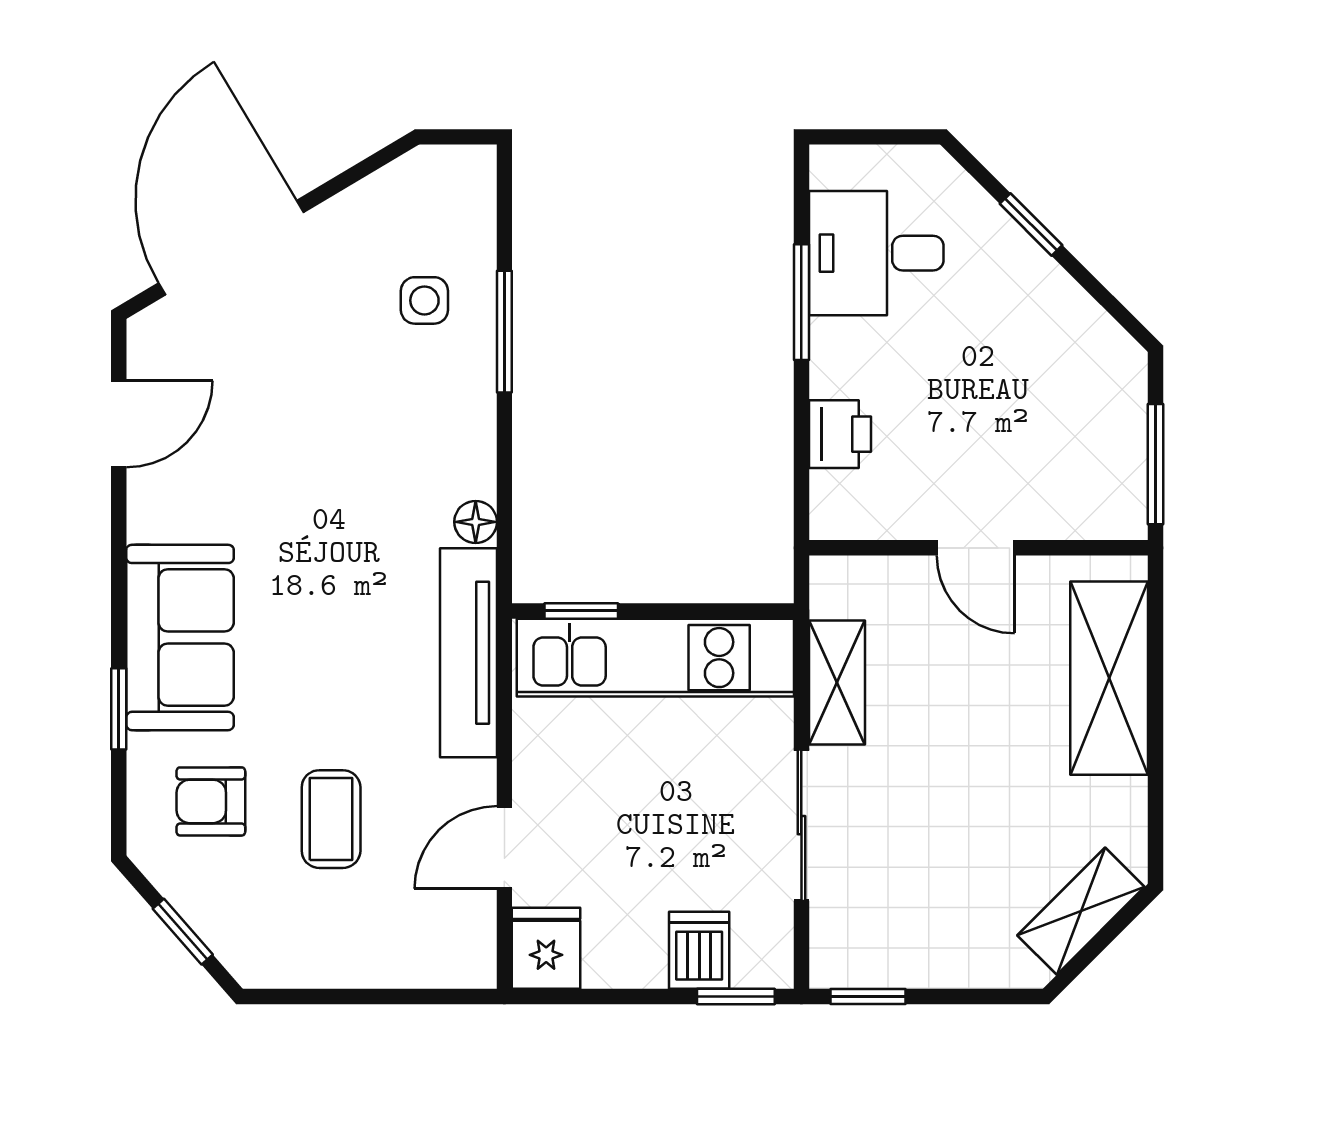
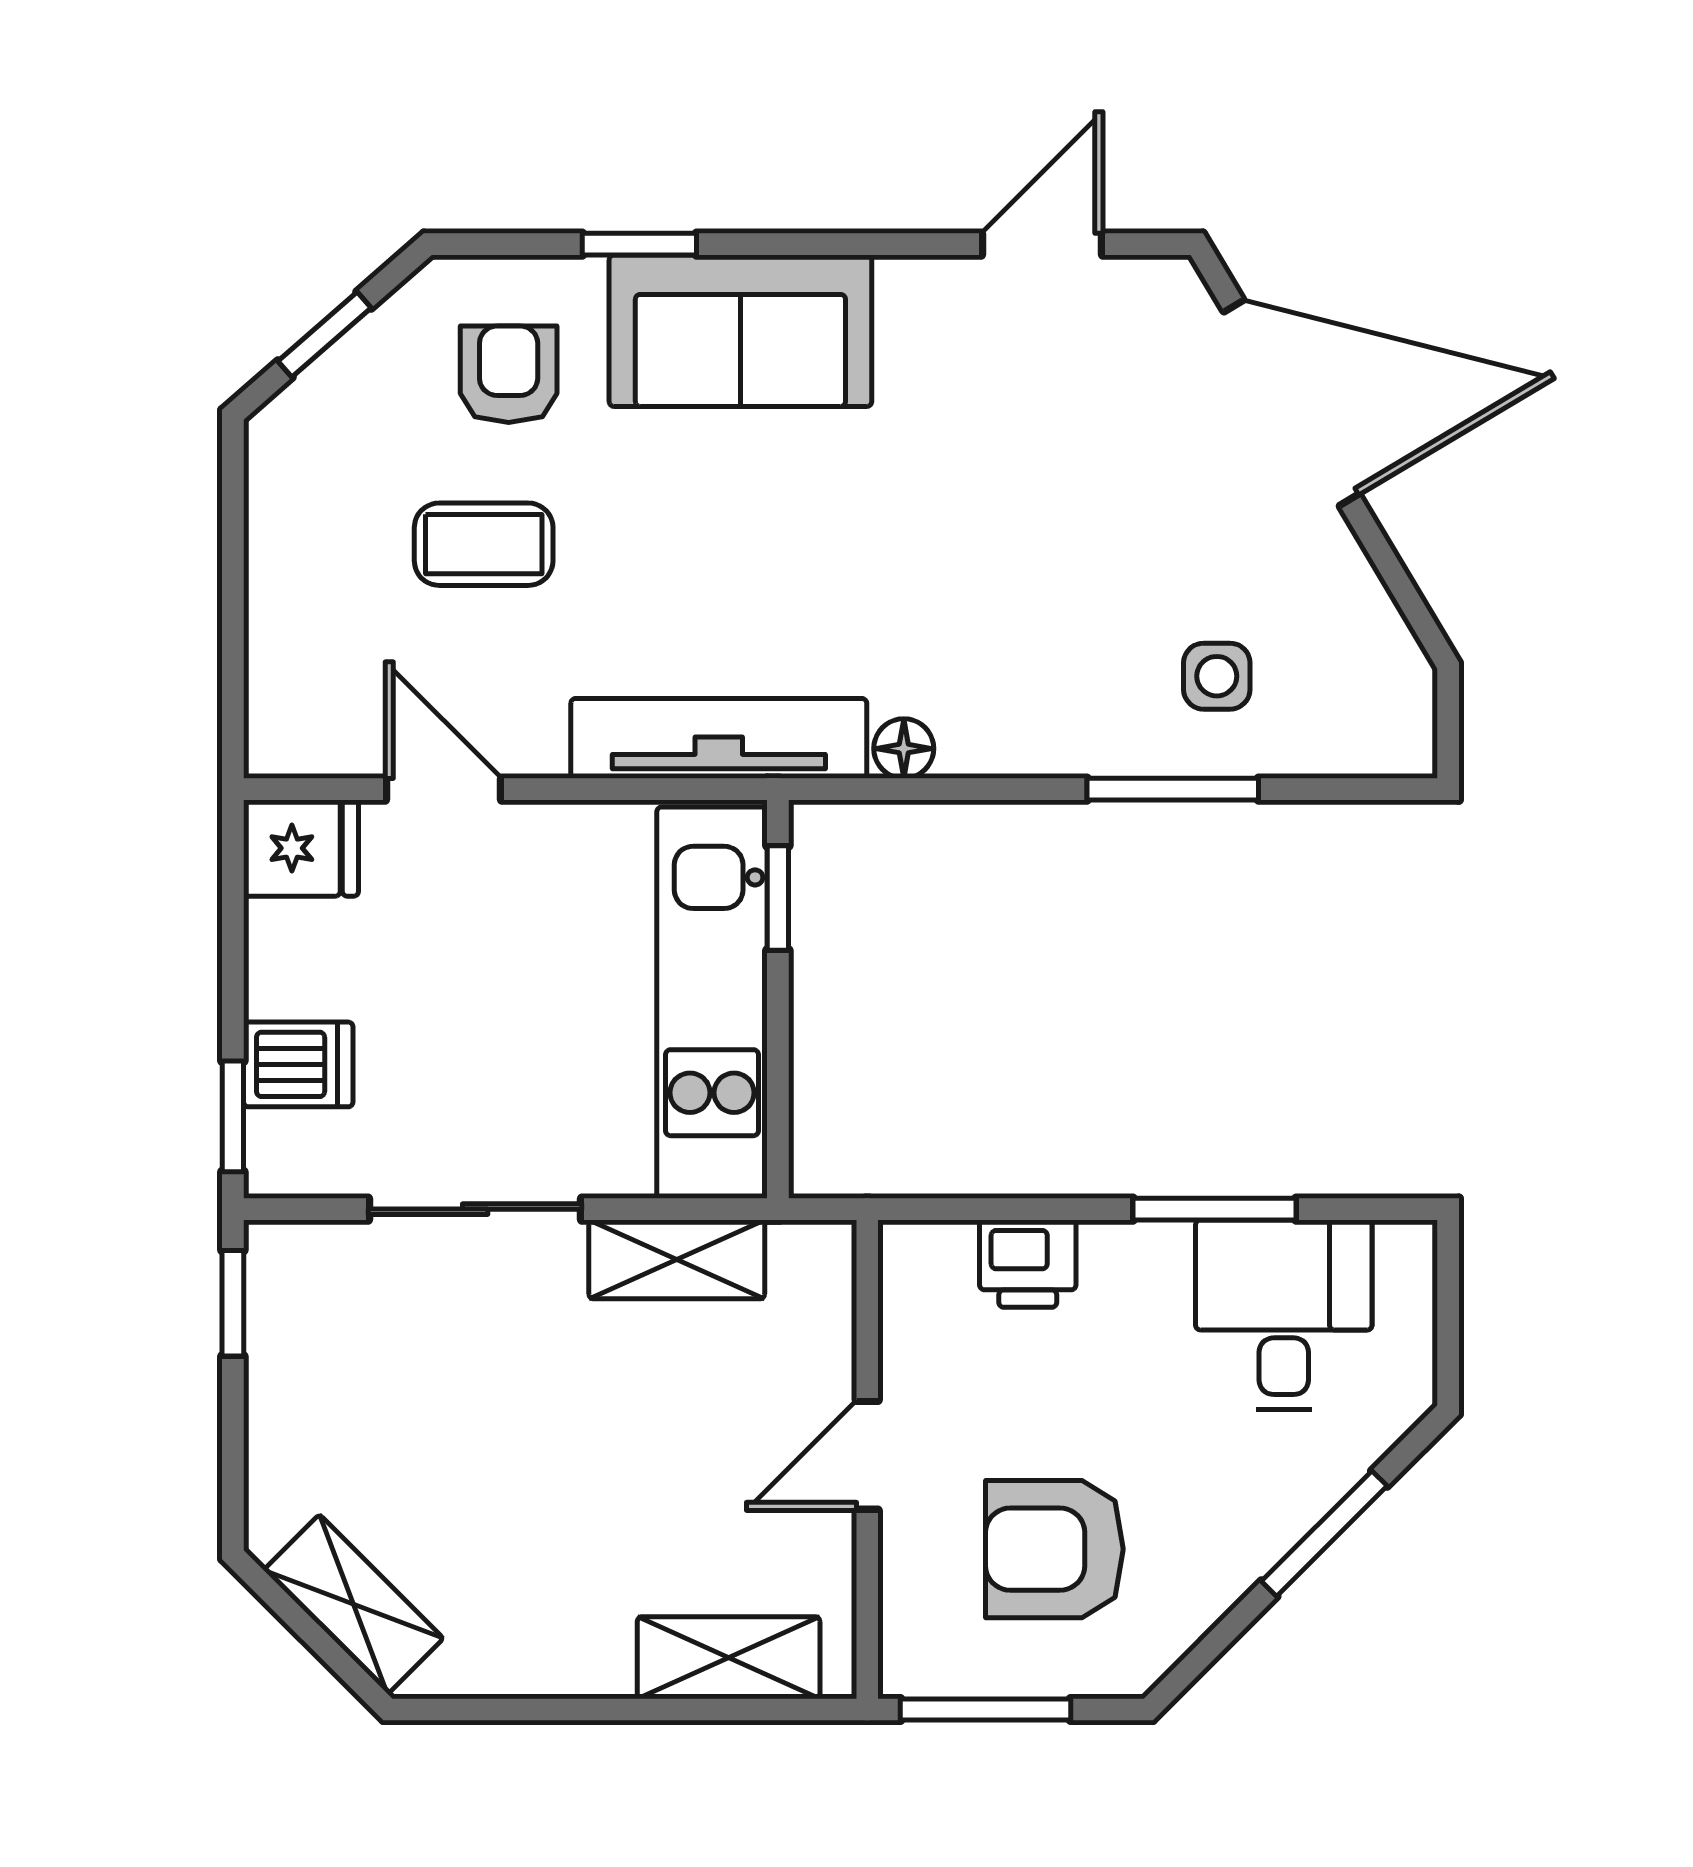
window: (1031, 224) -> (1324, 1534), width x1.50
armchair: (1042, 415) -> (1054, 1549), added
door: (119, 424) -> (1042, 244), swing flipped
shelving: (1109, 678) -> (729, 1658), width x0.67, depth x0.75

